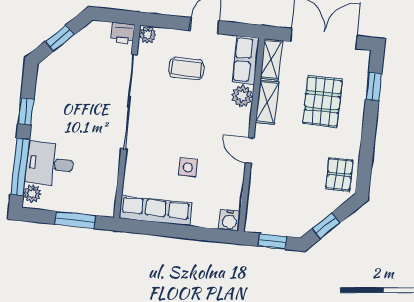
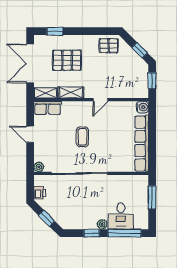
printer: (123, 33) -> (40, 193), moved
coffee table: (186, 69) -> (82, 137), moved
plant: (242, 96) -> (69, 108), removed
side table: (188, 167) -> (114, 135), removed
plant: (32, 194) -> (102, 224), moved
row of seats: (155, 211) -> (142, 143), width x1.36

